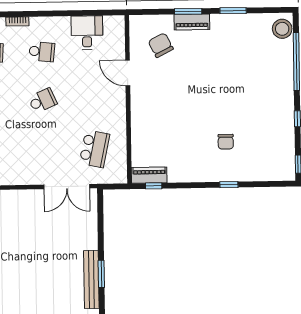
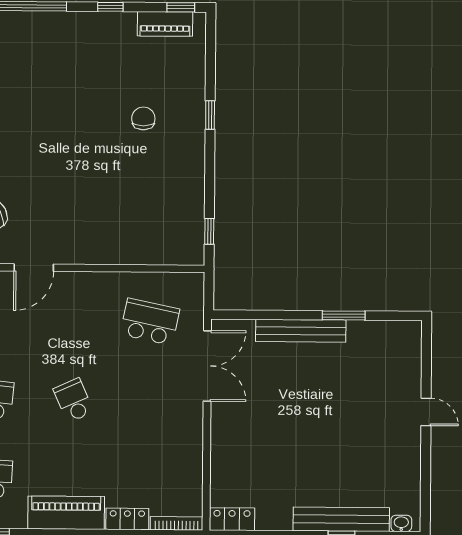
chair: (226, 142) -> (143, 118), turned -90
piano: (149, 175) -> (165, 24), moved, turned -90
bench: (91, 280) -> (301, 331), moved

